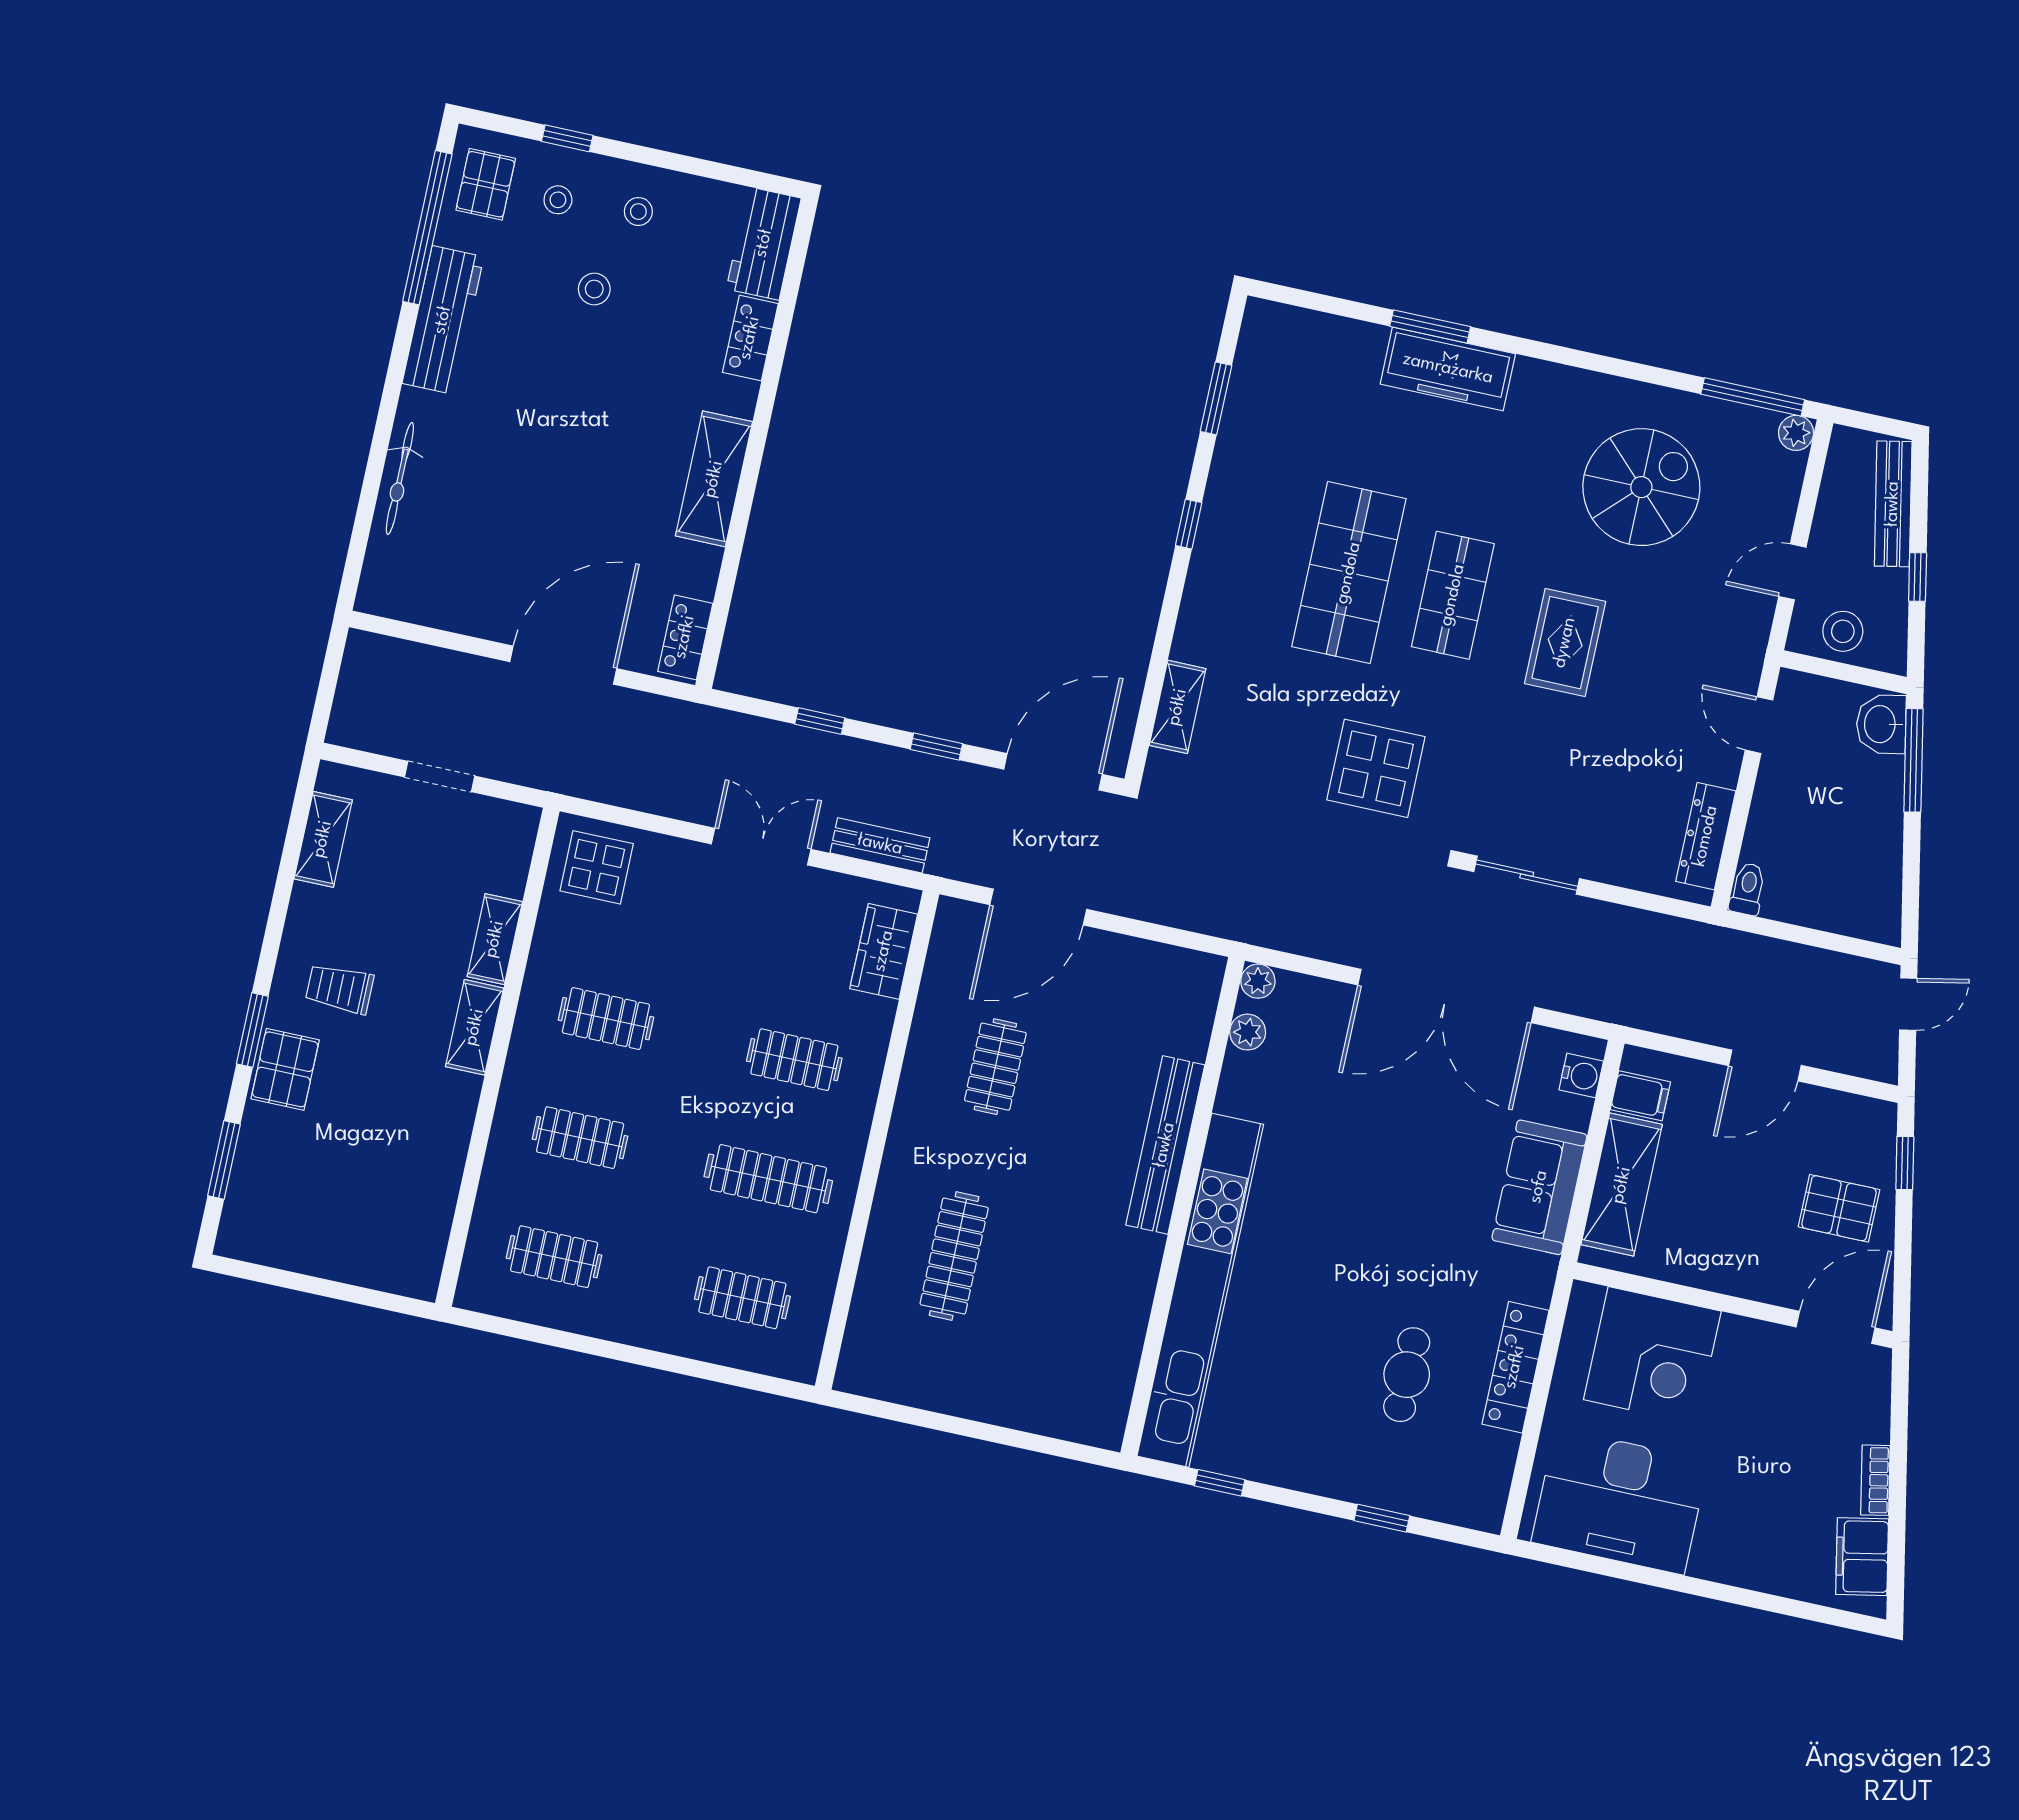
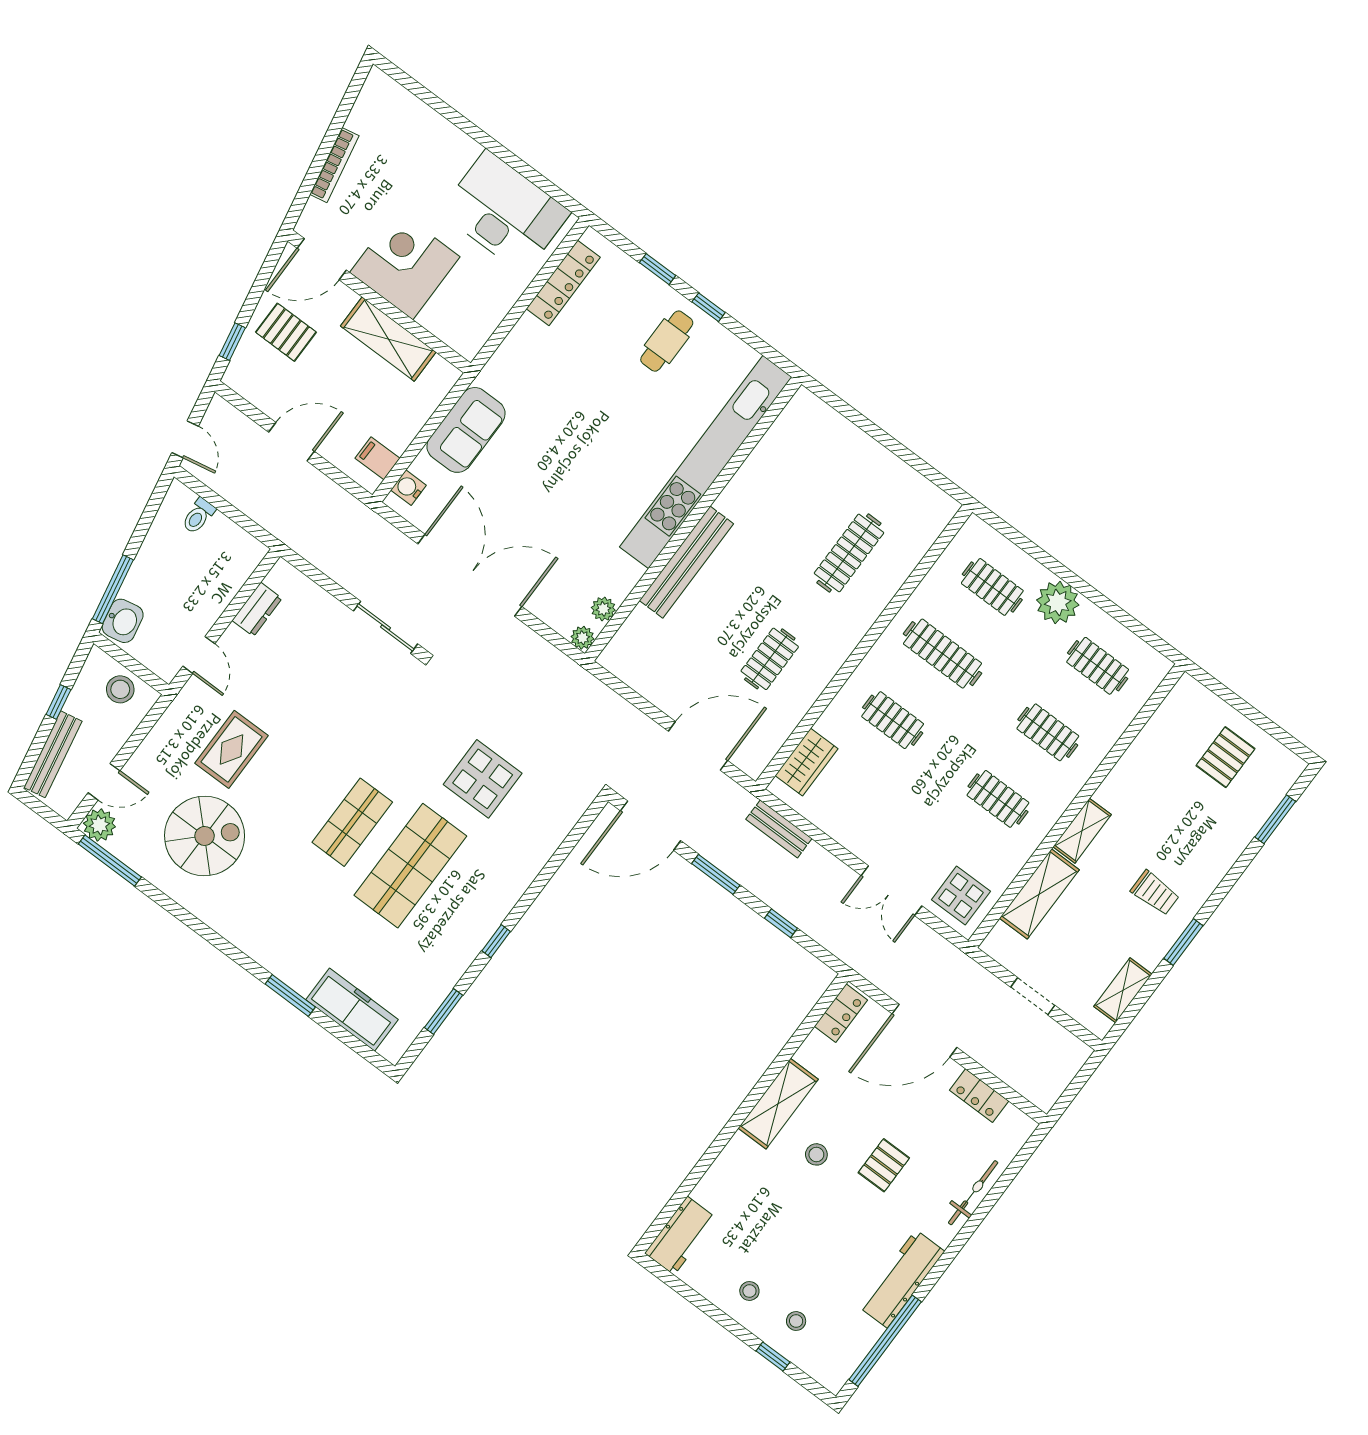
pallet: (486, 184) -> (884, 1165), moved
stool: (594, 289) -> (816, 1154), moved
locker: (750, 338) -> (979, 1096), moved, turned 90
freezer: (1448, 369) -> (352, 1010), moved
plant: (1796, 433) -> (99, 825), width x1.38, depth x1.38
spiral stairs: (1641, 487) -> (205, 836), turned 180
door: (1792, 572) -> (104, 782), moved
rug: (1565, 643) -> (231, 749), moved
shelving: (1178, 707) -> (555, 831), removed
window: (936, 746) -> (716, 874), width x1.50
display table: (1376, 768) -> (483, 779), moved
dresser: (1706, 836) -> (257, 609), width x0.70
double door: (761, 847) -> (891, 891), moved
toilet: (1748, 889) -> (198, 516), moved
shelving: (495, 939) -> (1039, 894), width x1.50, depth x1.33
door: (1908, 1004) -> (185, 439), swing flipped
window: (252, 1030) -> (1183, 942), moved
pallet: (285, 1069) -> (1226, 757), moved
shelving: (1622, 1185) -> (388, 339), moved, turned 90
plant: (646, 1317) -> (1058, 602), added
corner desk: (1652, 1355) -> (405, 265), moved
locker: (1515, 1367) -> (563, 283), moved
cafe table: (1407, 1375) -> (667, 341), moved
bookcase: (1875, 1480) -> (334, 165), width x1.56
window: (1220, 1483) -> (709, 307), moved
filing cabinet: (1862, 1557) -> (370, 109), removed

